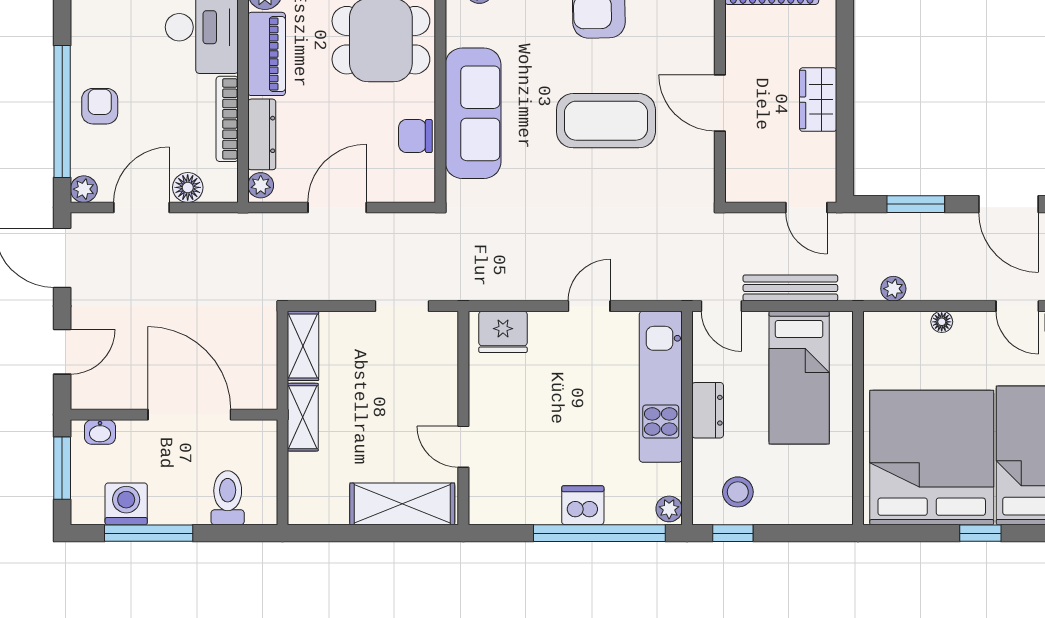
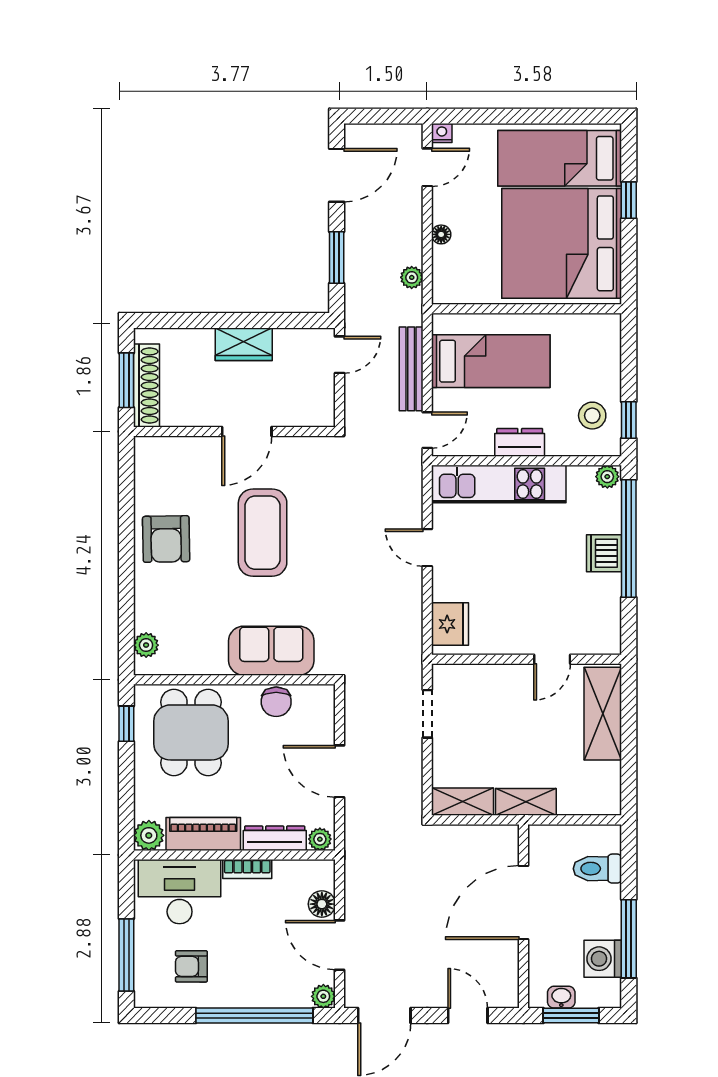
armchair: (100, 106) -> (191, 966), moved
sofa: (473, 113) -> (271, 651), width x0.73
bookcase: (227, 119) -> (247, 869), width x0.64
washbasin: (100, 432) -> (561, 997), moved, turned -90

